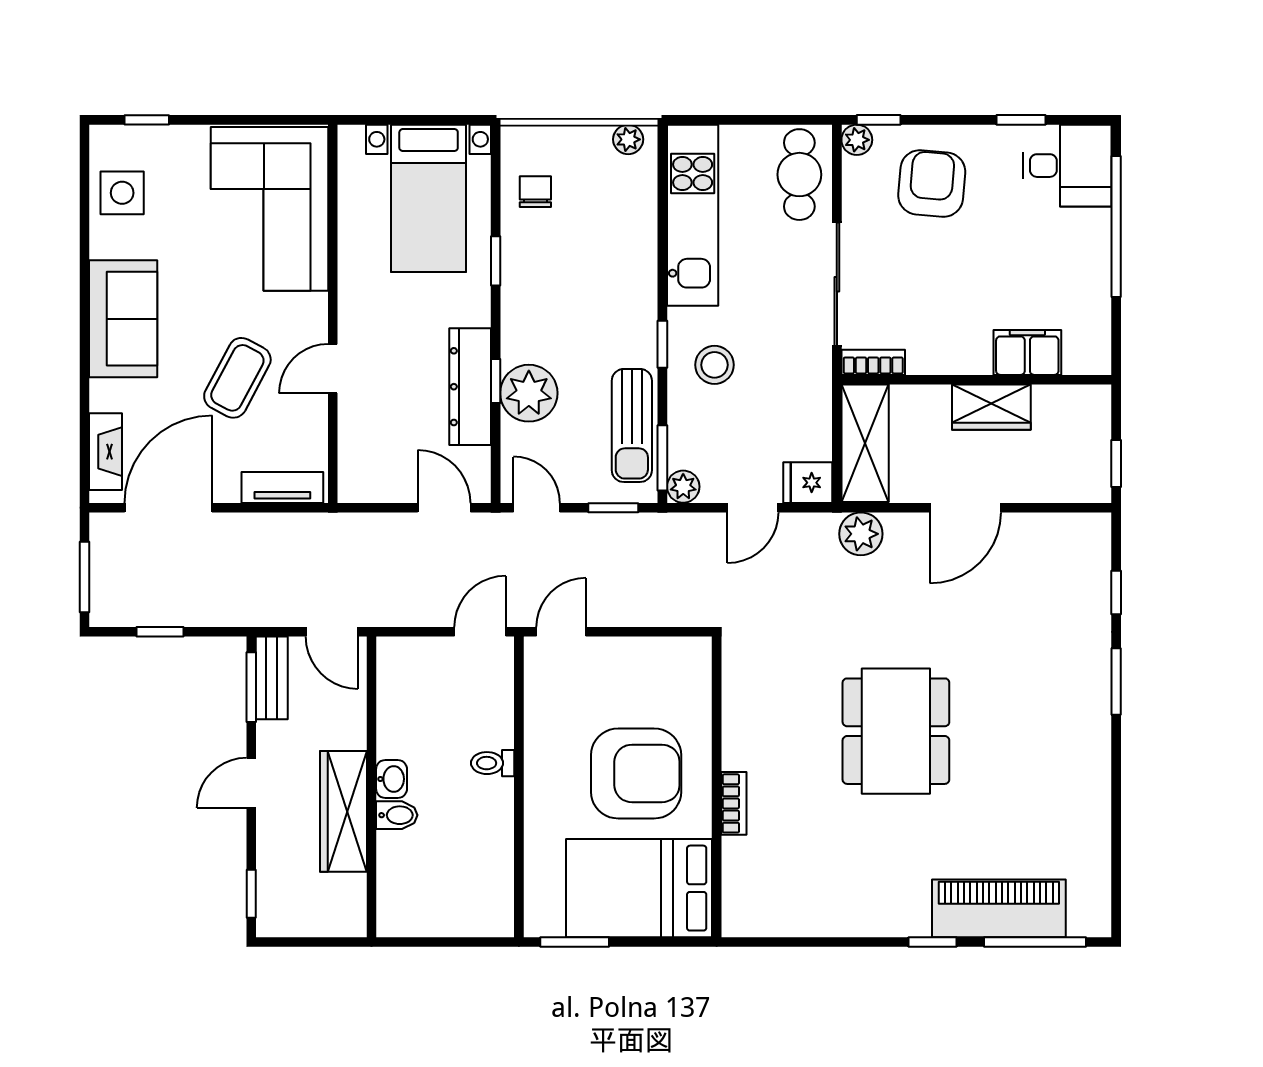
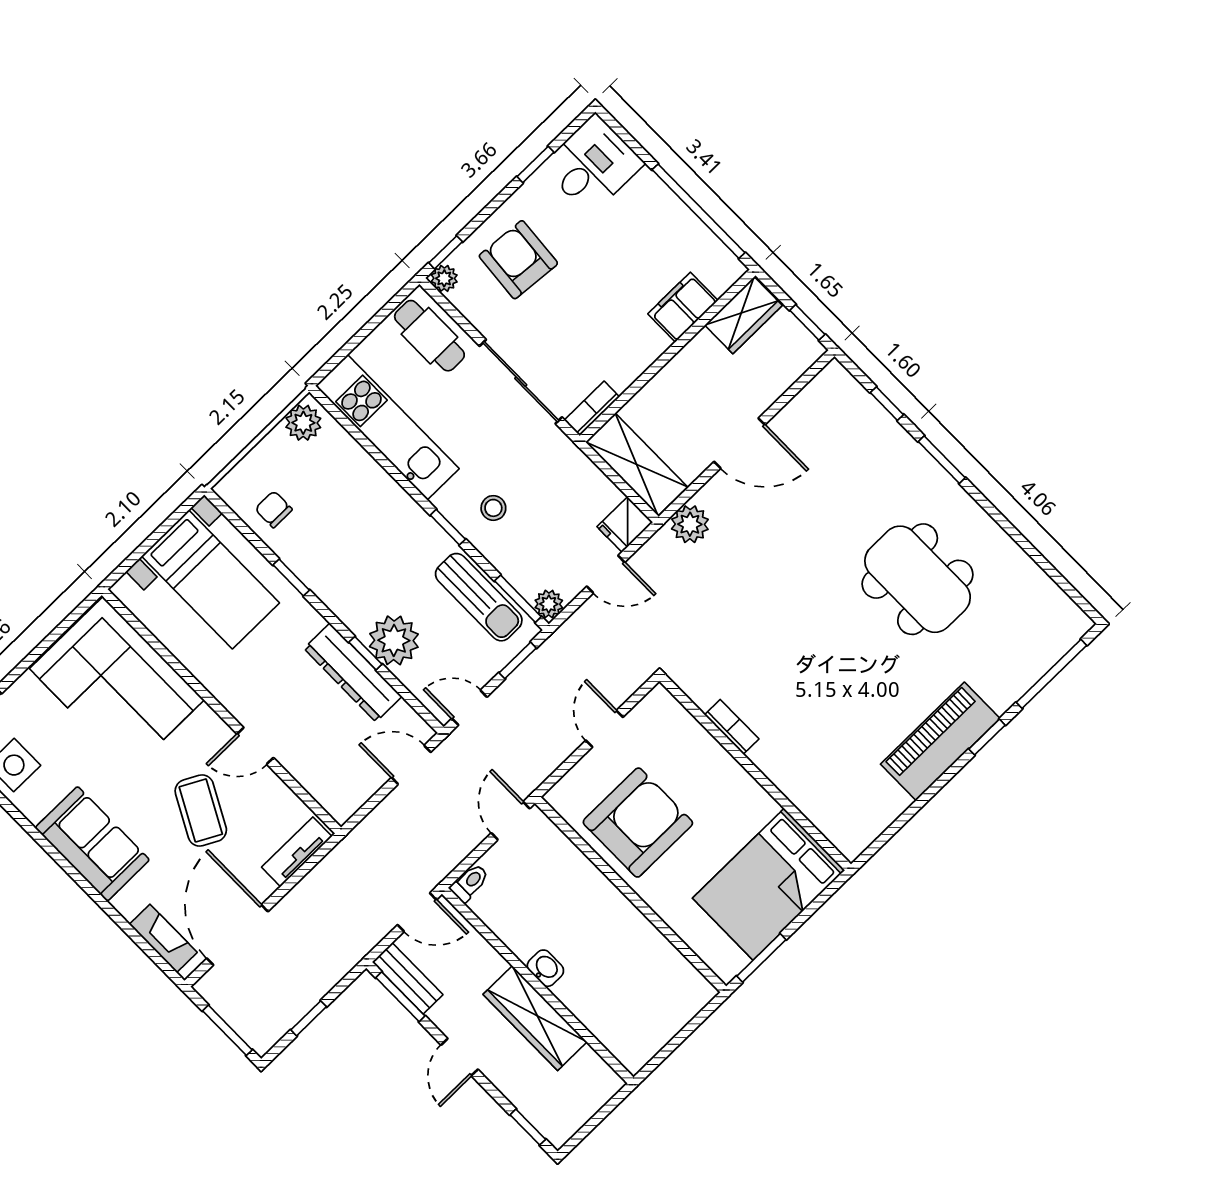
plant: (628, 139) -> (303, 423), width x1.38, depth x1.38
window: (1116, 227) -> (698, 211), moved
stool: (714, 365) -> (493, 508), width x0.73, depth x0.73
door: (333, 369) -> (255, 746), hinge flipped
wardrobe: (991, 407) -> (743, 315), moved
door: (753, 508) -> (606, 574), hinge flipped
door: (965, 508) -> (739, 443), hinge flipped
door: (561, 632) -> (604, 729), moved
dining table: (896, 731) -> (918, 579), moved
toilet: (493, 763) -> (470, 883), moved, turned 180
armchair: (636, 773) -> (638, 823), moved
bookcase: (734, 803) -> (732, 727), moved
bidet: (397, 815) -> (571, 988), removed
piano: (999, 908) -> (940, 741), moved

